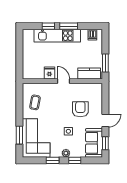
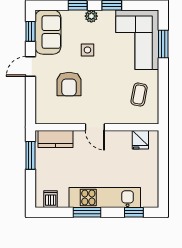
window: (48, 26) -> (134, 212), moved
fridge: (49, 73) -> (140, 140), moved

